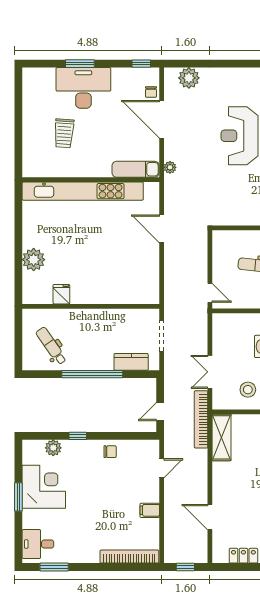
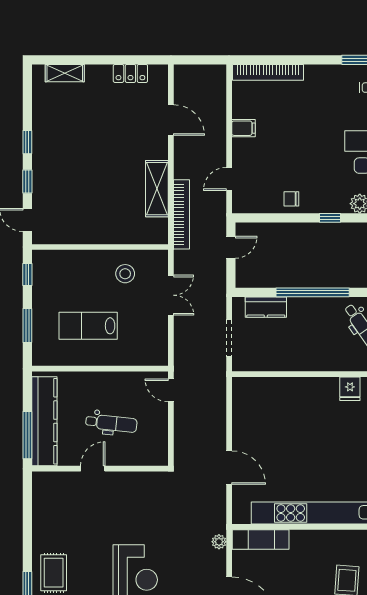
bookcase: (201, 419) -> (182, 214), moved
shelving: (221, 437) -> (157, 189), moved
window: (185, 567) -> (200, 60), removed

